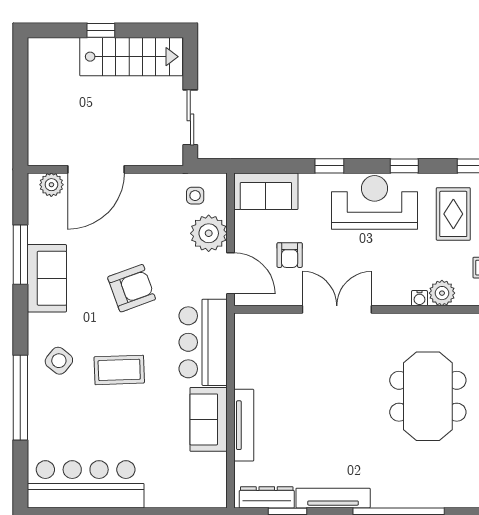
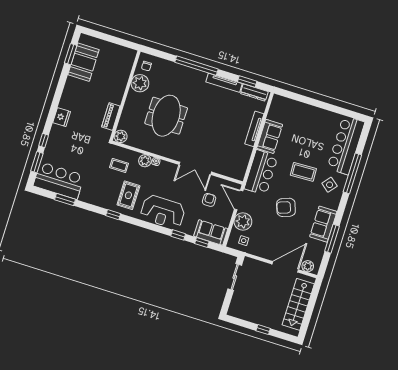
stairs: (131, 57) -> (298, 304), moved, turned -90
window: (404, 166) -> (202, 242), moved
bar counter: (86, 484) -> (346, 145), moved, turned 90

